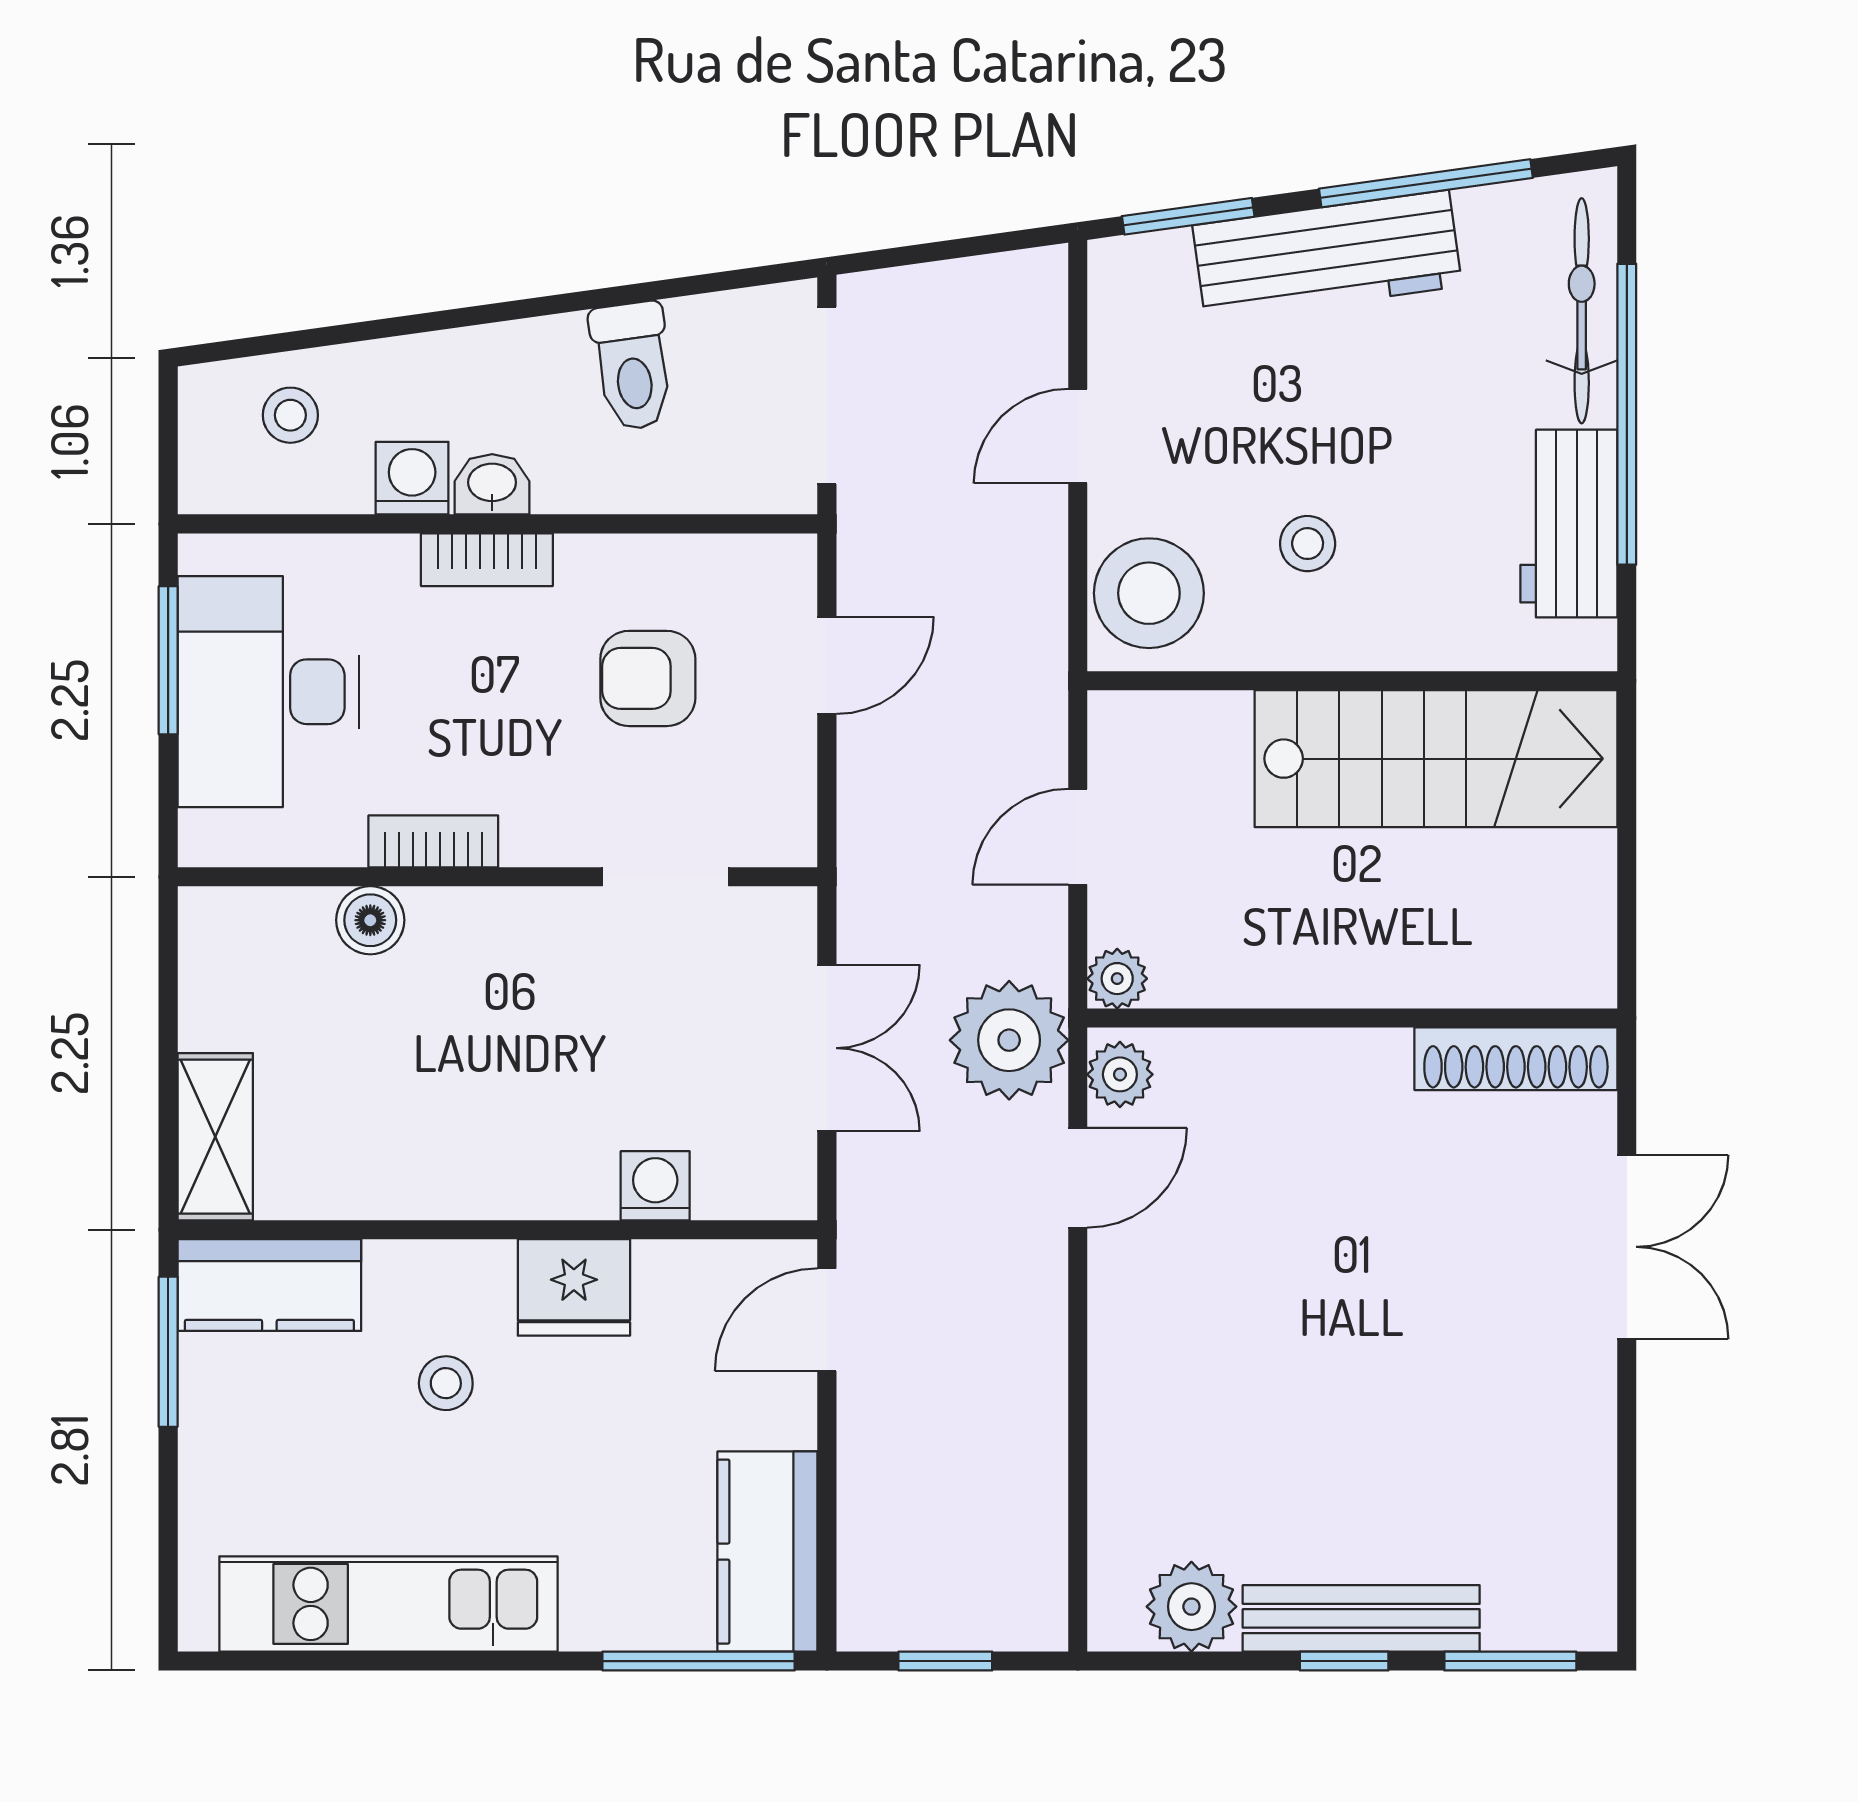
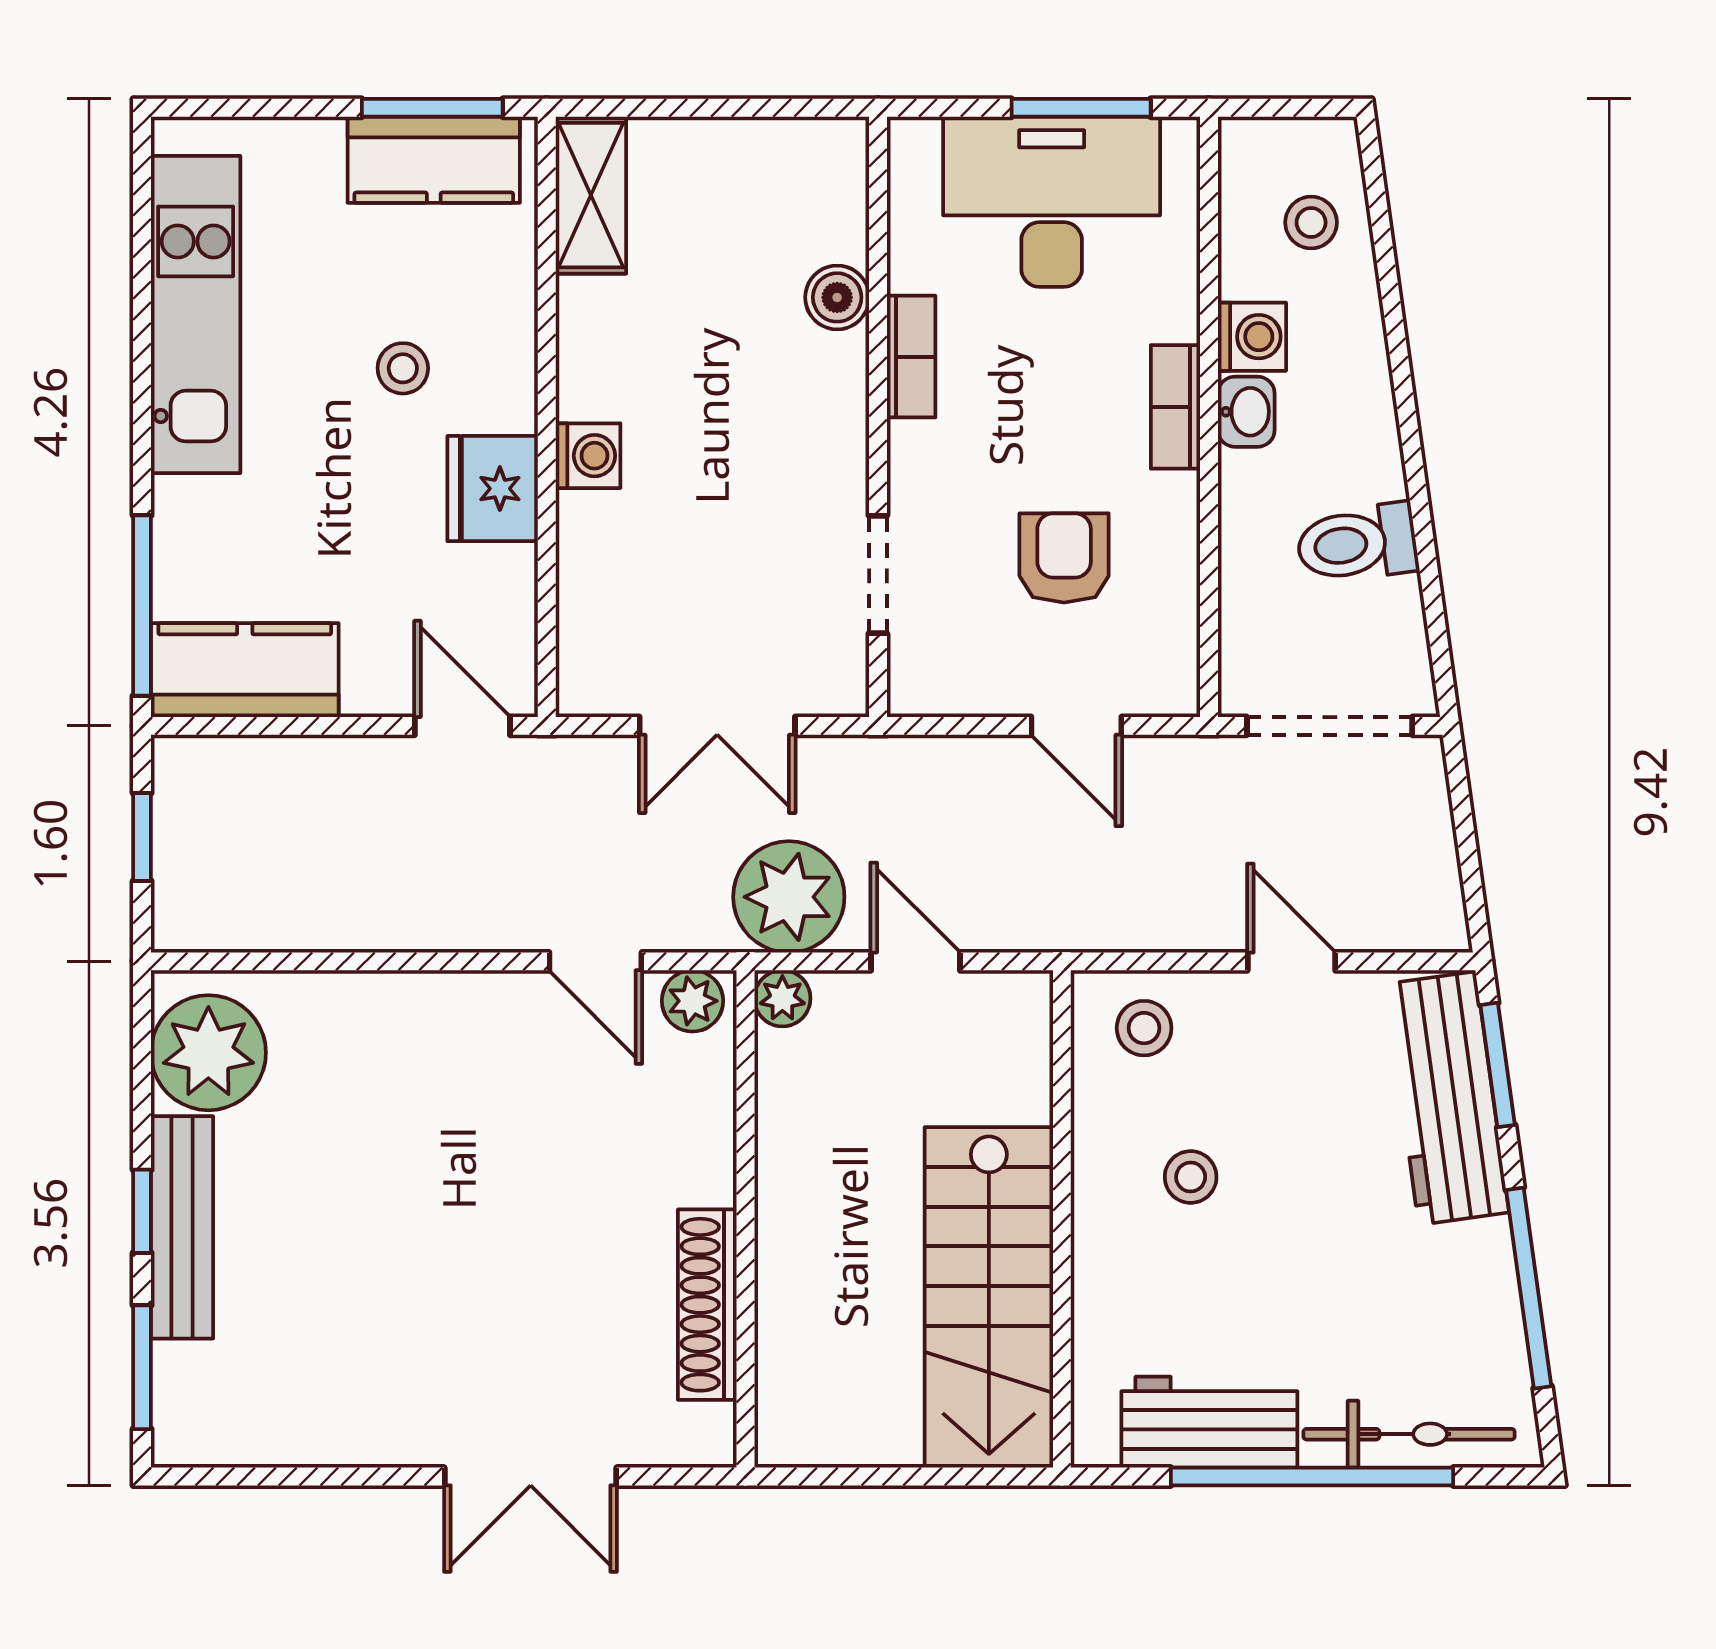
workbench: (1327, 256) -> (1447, 1098), moved
stool: (1149, 593) -> (1144, 1028), width x0.53, depth x0.53
plant: (1009, 1040) -> (789, 897), moved
shoe rack: (1516, 1059) -> (707, 1305), moved
shelving: (215, 1137) -> (591, 195), moved, turned 90
washing machine: (655, 1186) -> (588, 456), moved
kitchen counter: (269, 1285) -> (434, 160), moved, turned -90
plant: (1191, 1607) -> (208, 1053), width x1.36, depth x1.36

